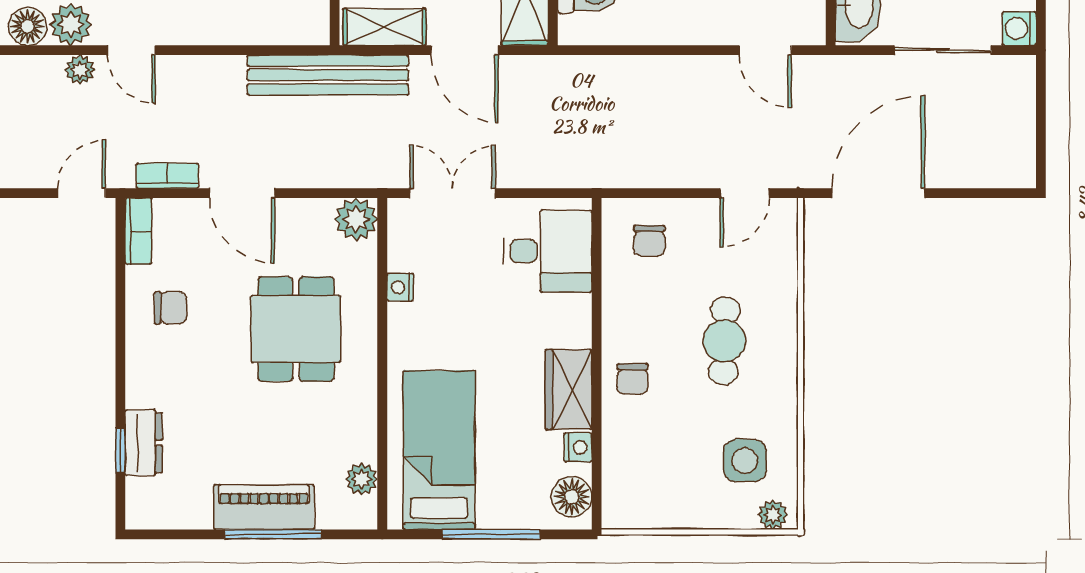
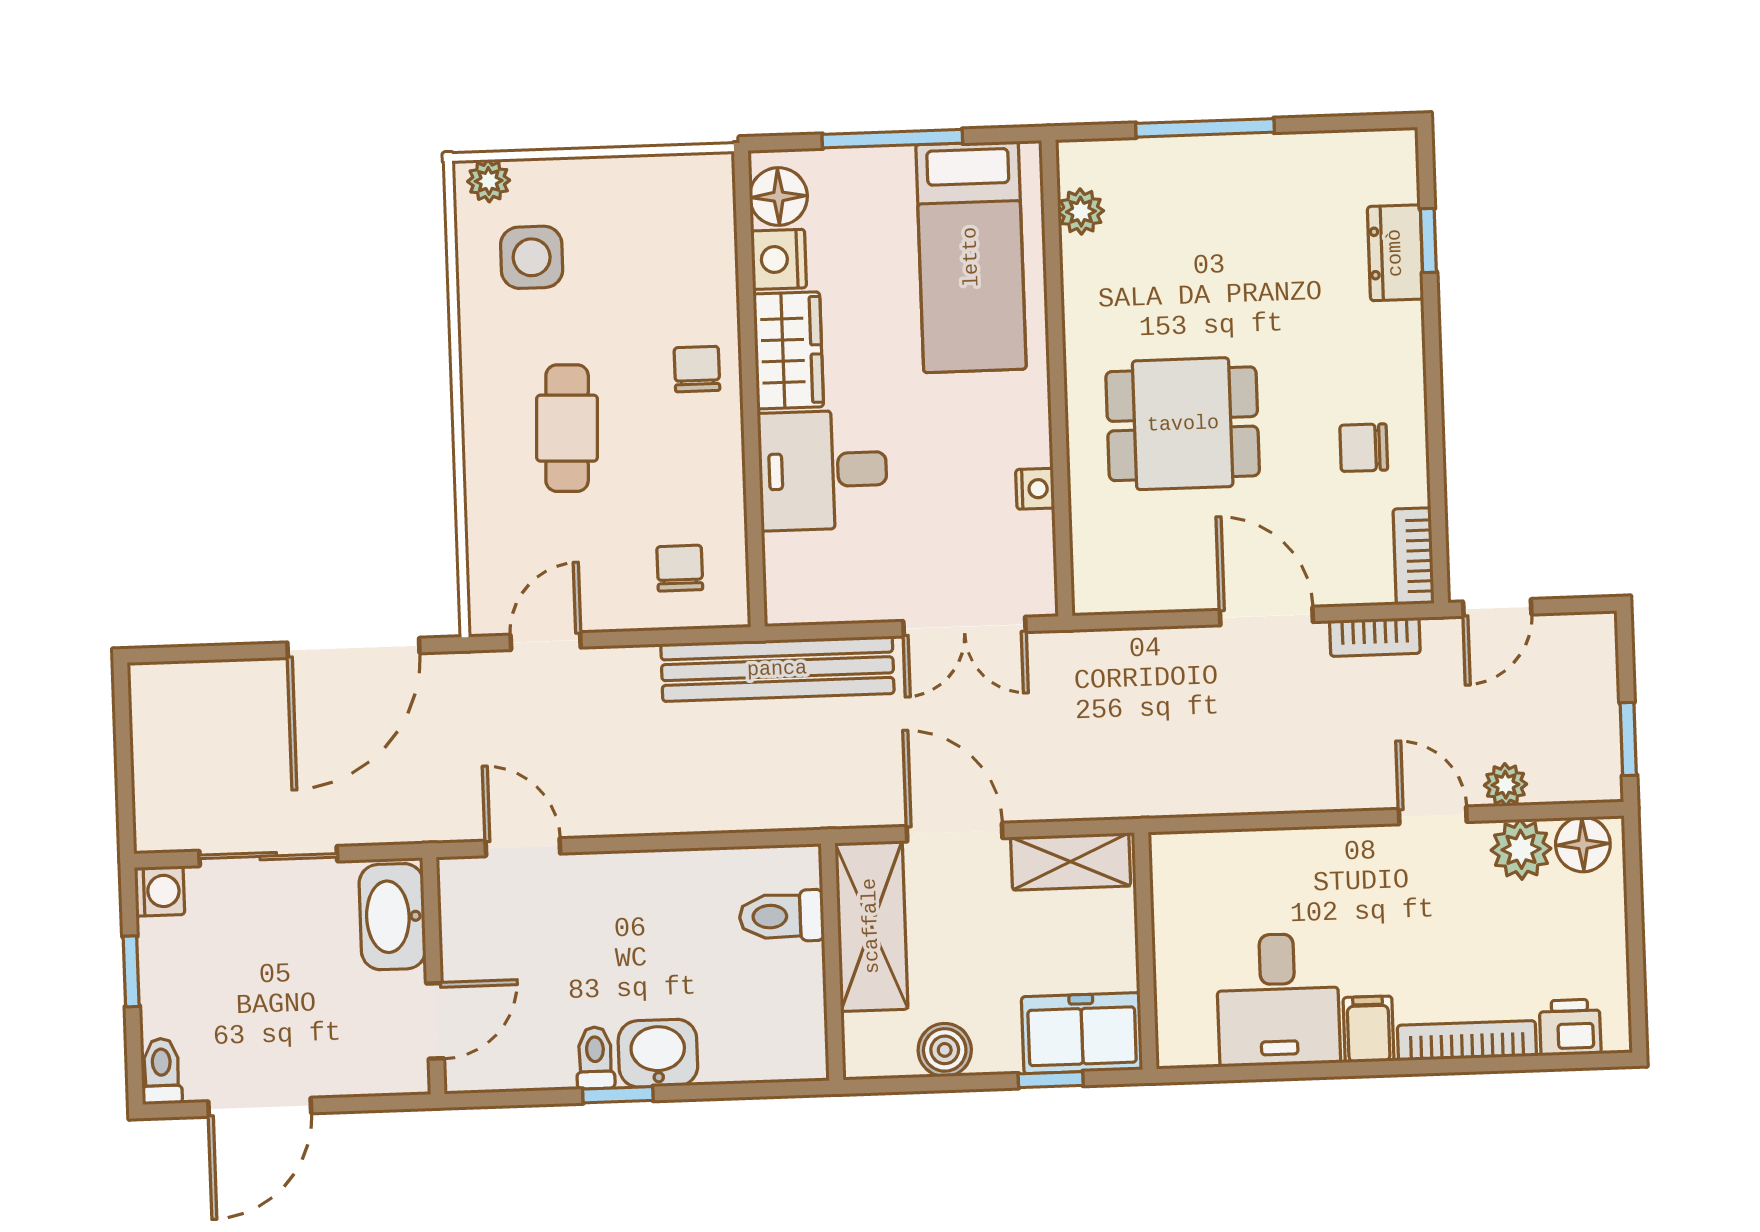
bench: (328, 75) -> (777, 669), moved
plant: (356, 219) -> (1102, 584), removed
desk: (547, 251) -> (823, 470), moved
dining table: (296, 329) -> (1183, 424), turned 90
nightstand: (578, 447) -> (779, 259), width x1.39, depth x1.35
piano: (264, 507) -> (1219, 166), removed

